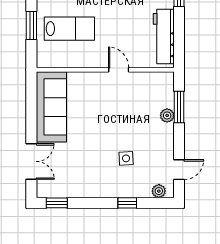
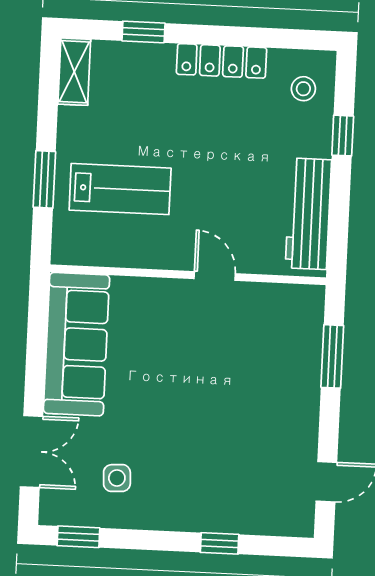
plant: (167, 115) -> (308, 372), removed
side table: (126, 158) -> (117, 478), moved
plant: (159, 191) -> (284, 523), removed

